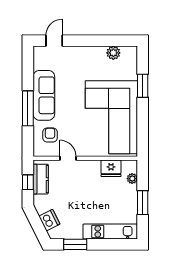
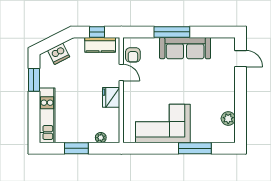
window: (143, 86) -> (195, 148), width x1.44
corner sofa: (111, 117) -> (163, 124), width x0.73, depth x0.74
armchair: (50, 135) -> (133, 55), moved, turned 90
door: (68, 158) -> (121, 73), hinge flipped
fridge: (111, 168) -> (111, 97), moved

